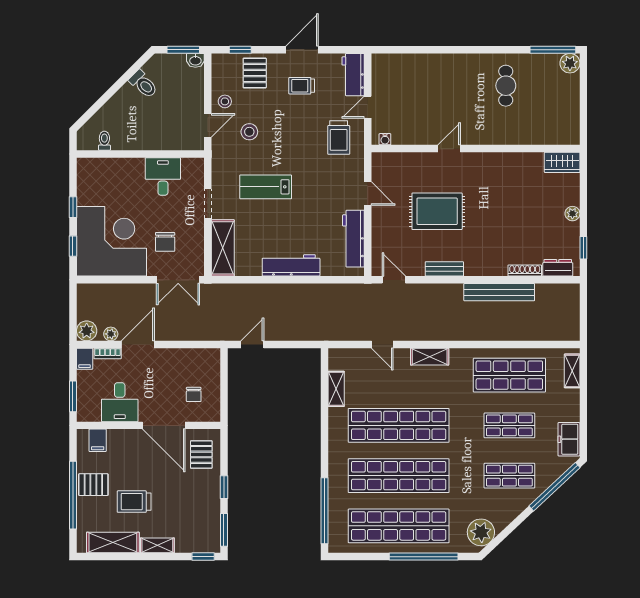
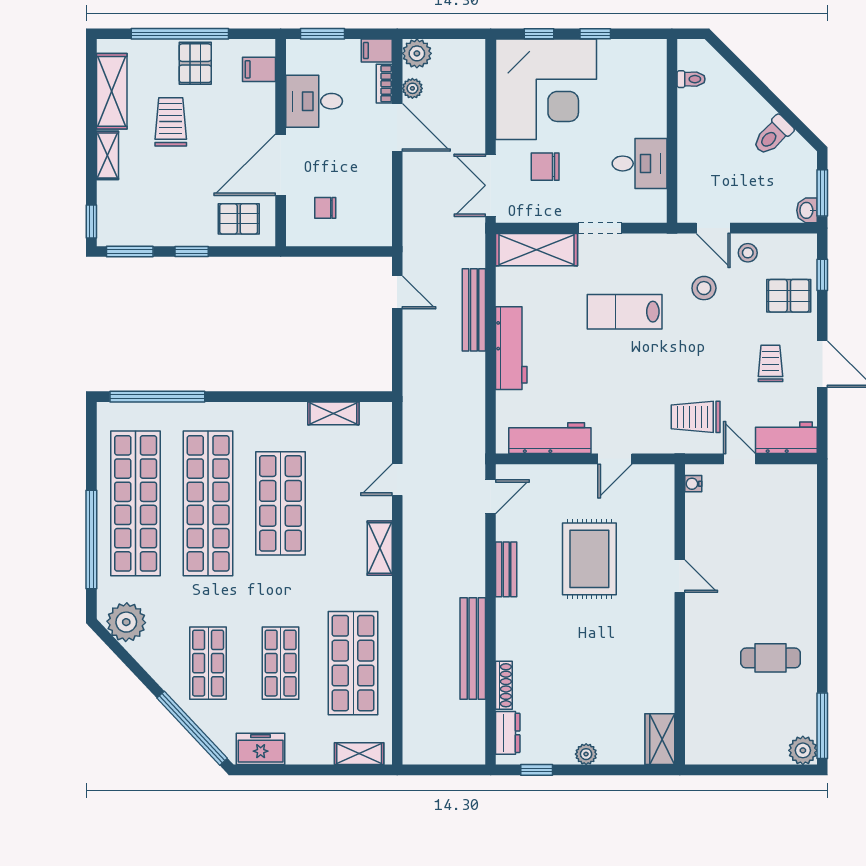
lab bench: (266, 187) -> (625, 312), turned -90
bench: (264, 291) -> (474, 310), added
shop shelf: (399, 425) -> (281, 503), width x0.71

